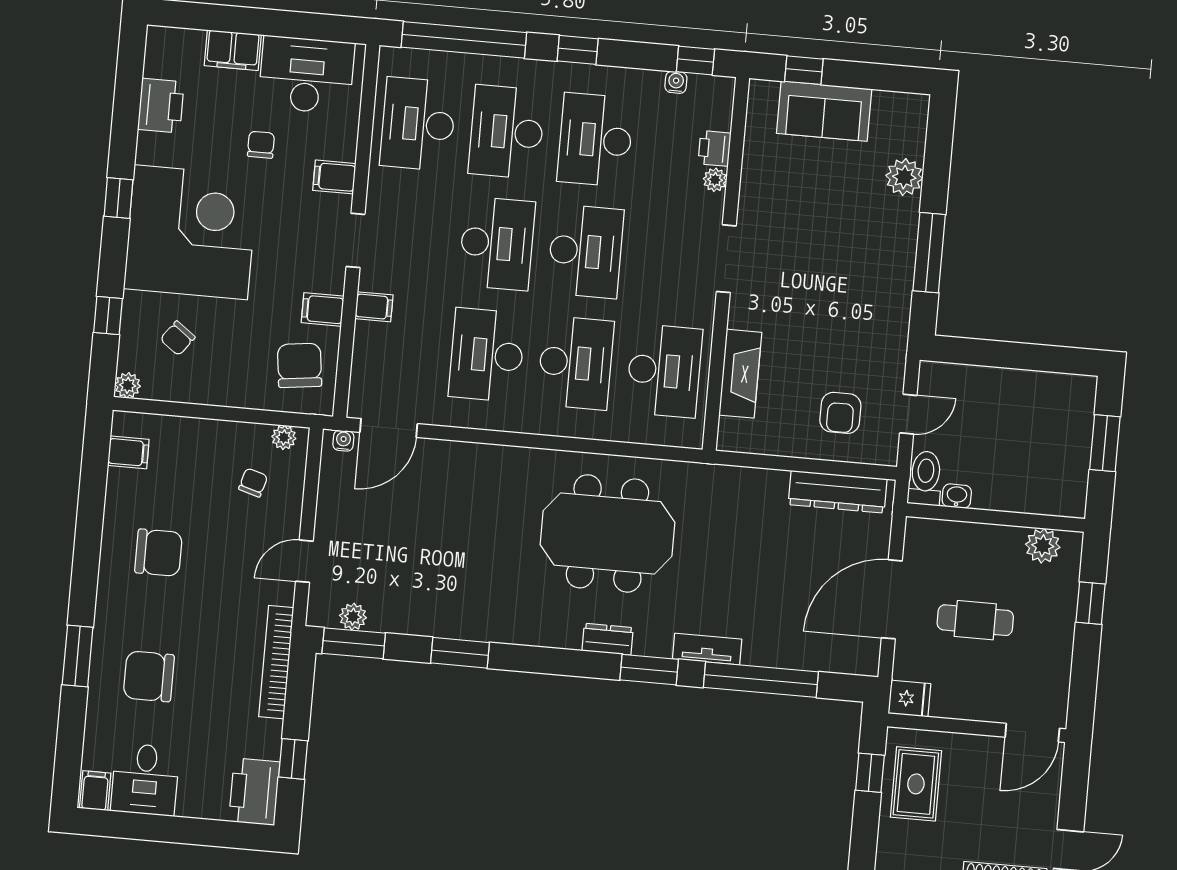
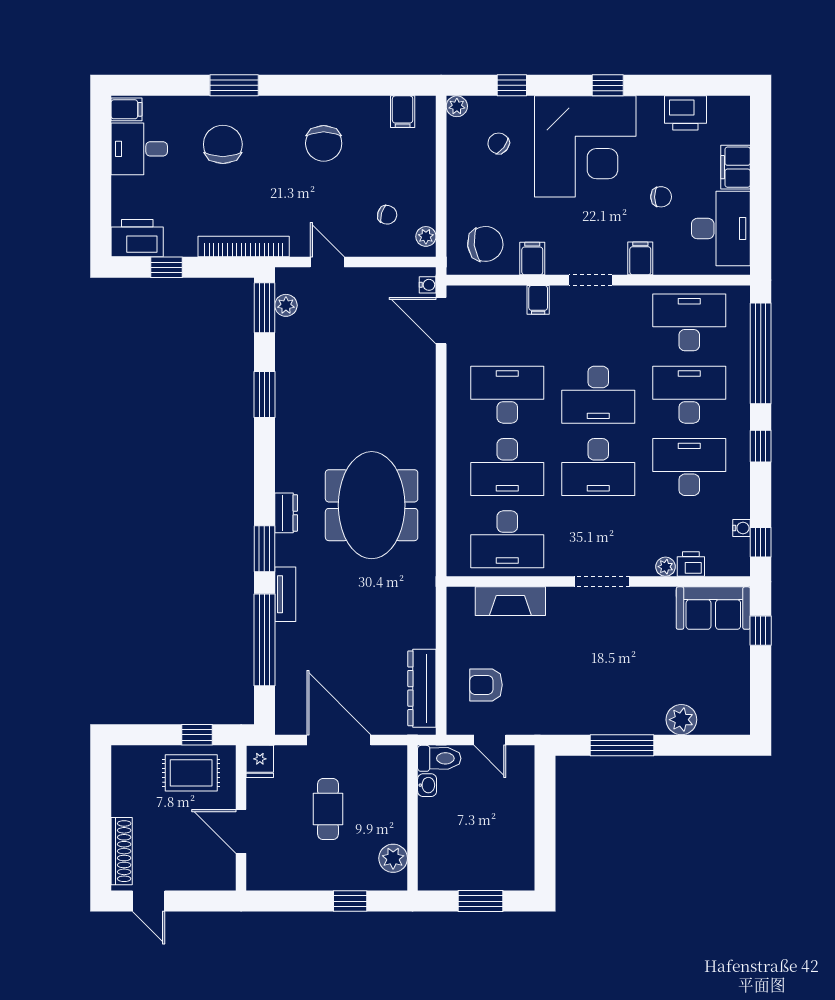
sofa: (824, 111) -> (713, 608), moved, turned -90
door: (1032, 733) -> (241, 831), moved

